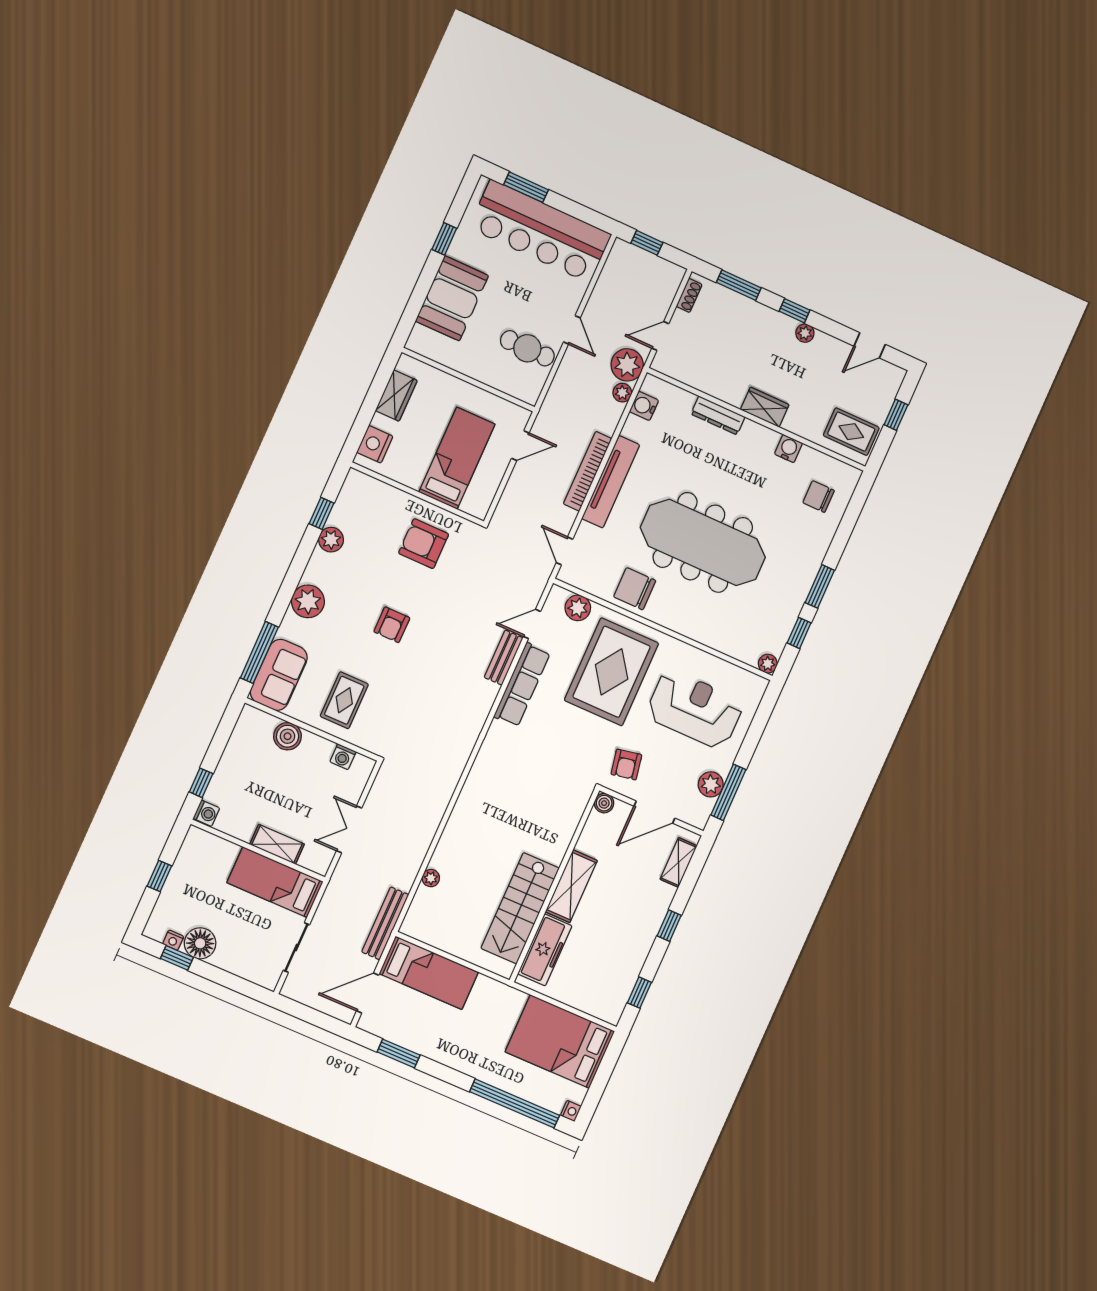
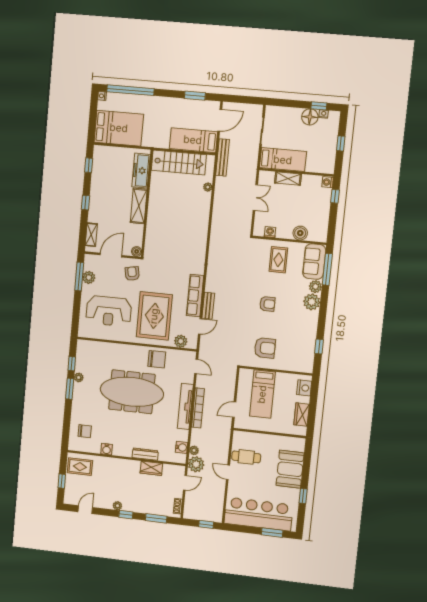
wardrobe: (765, 407) -> (151, 468), moved
plant: (331, 540) -> (315, 287), moved
armchair: (392, 625) -> (267, 304), turned 90
plant: (768, 664) -> (79, 377), moved
stairs: (520, 908) -> (179, 162), moved, turned 90

